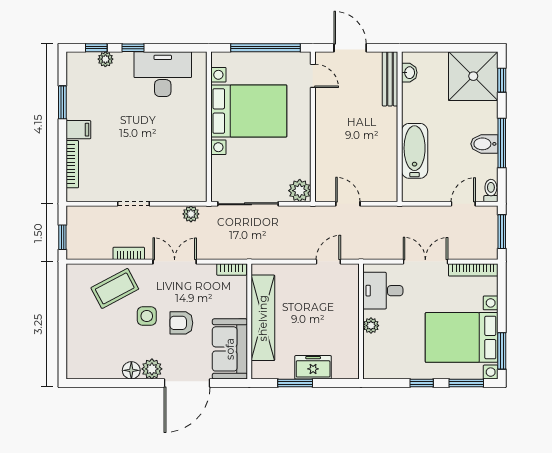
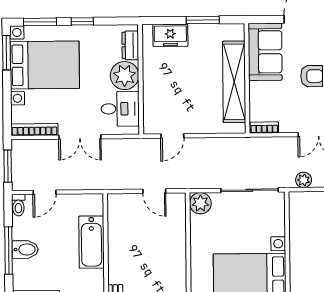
plant: (371, 326) -> (125, 76), width x1.87, depth x1.87
dresser: (372, 357) -> (130, 45), added
freezer: (313, 367) -> (170, 35), moved

